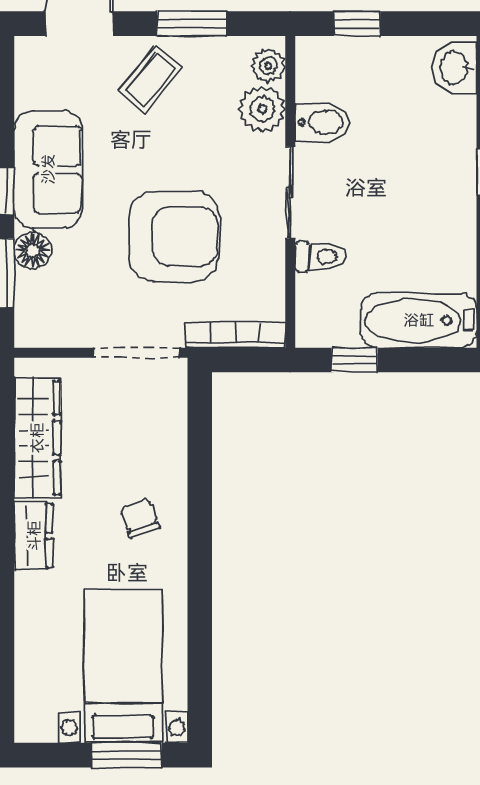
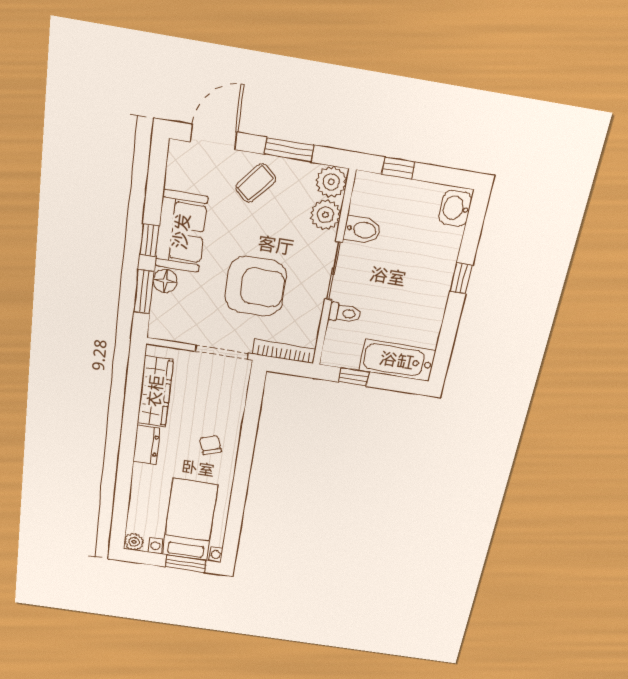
plant: (268, 66) -> (331, 182), width x1.38, depth x1.38
plant: (31, 726) -> (134, 542), added

